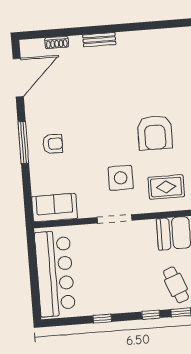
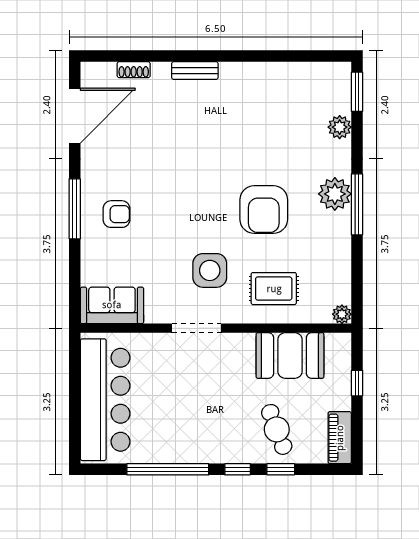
window: (102, 319) -> (168, 469), width x3.17

